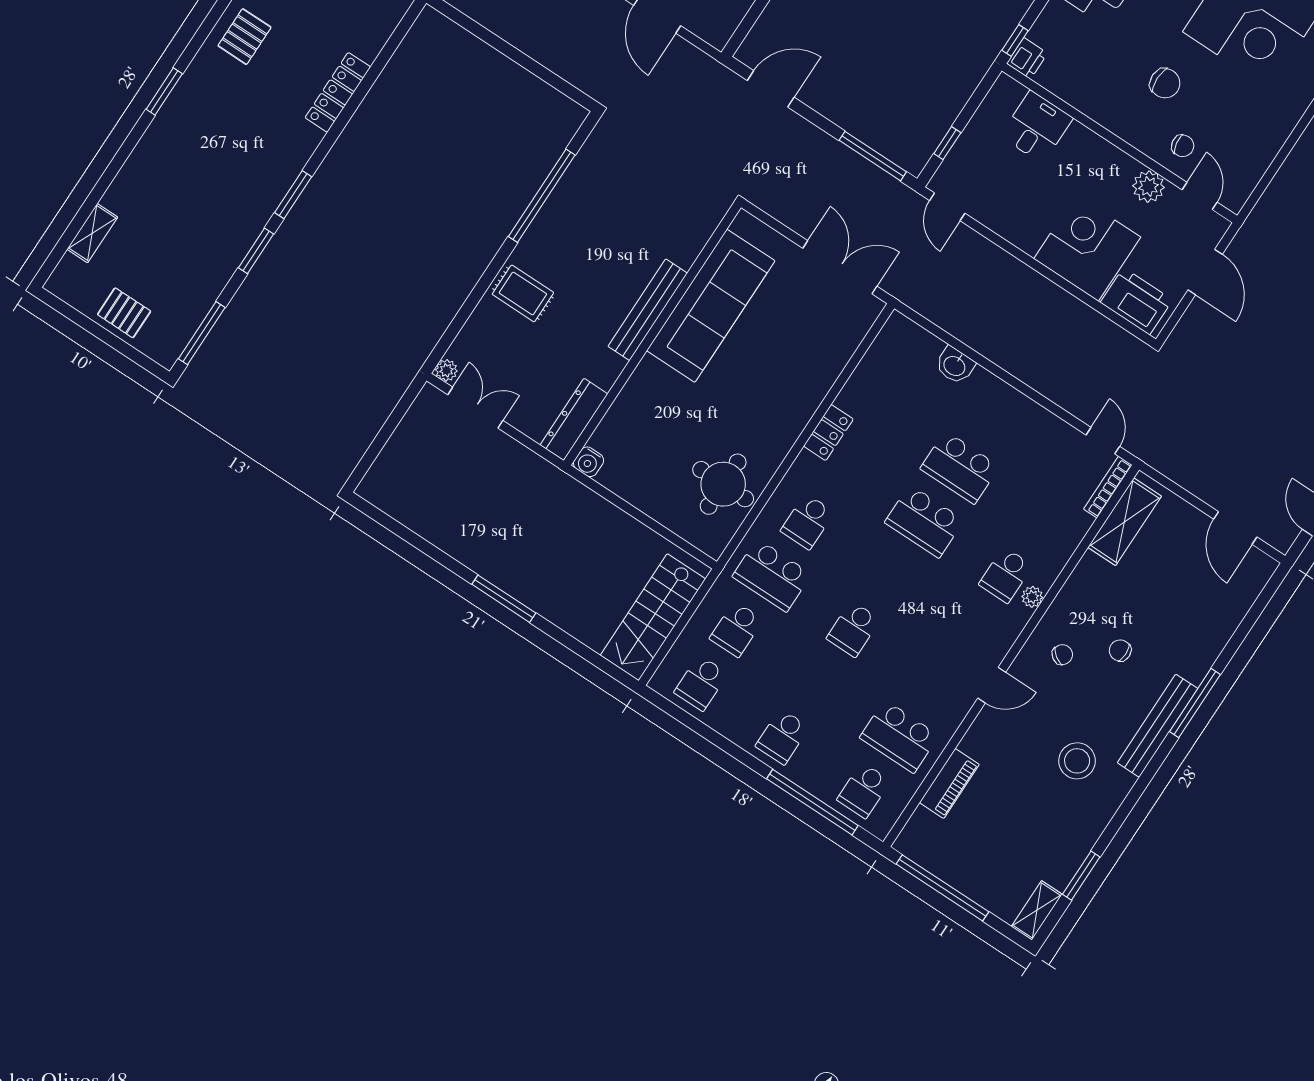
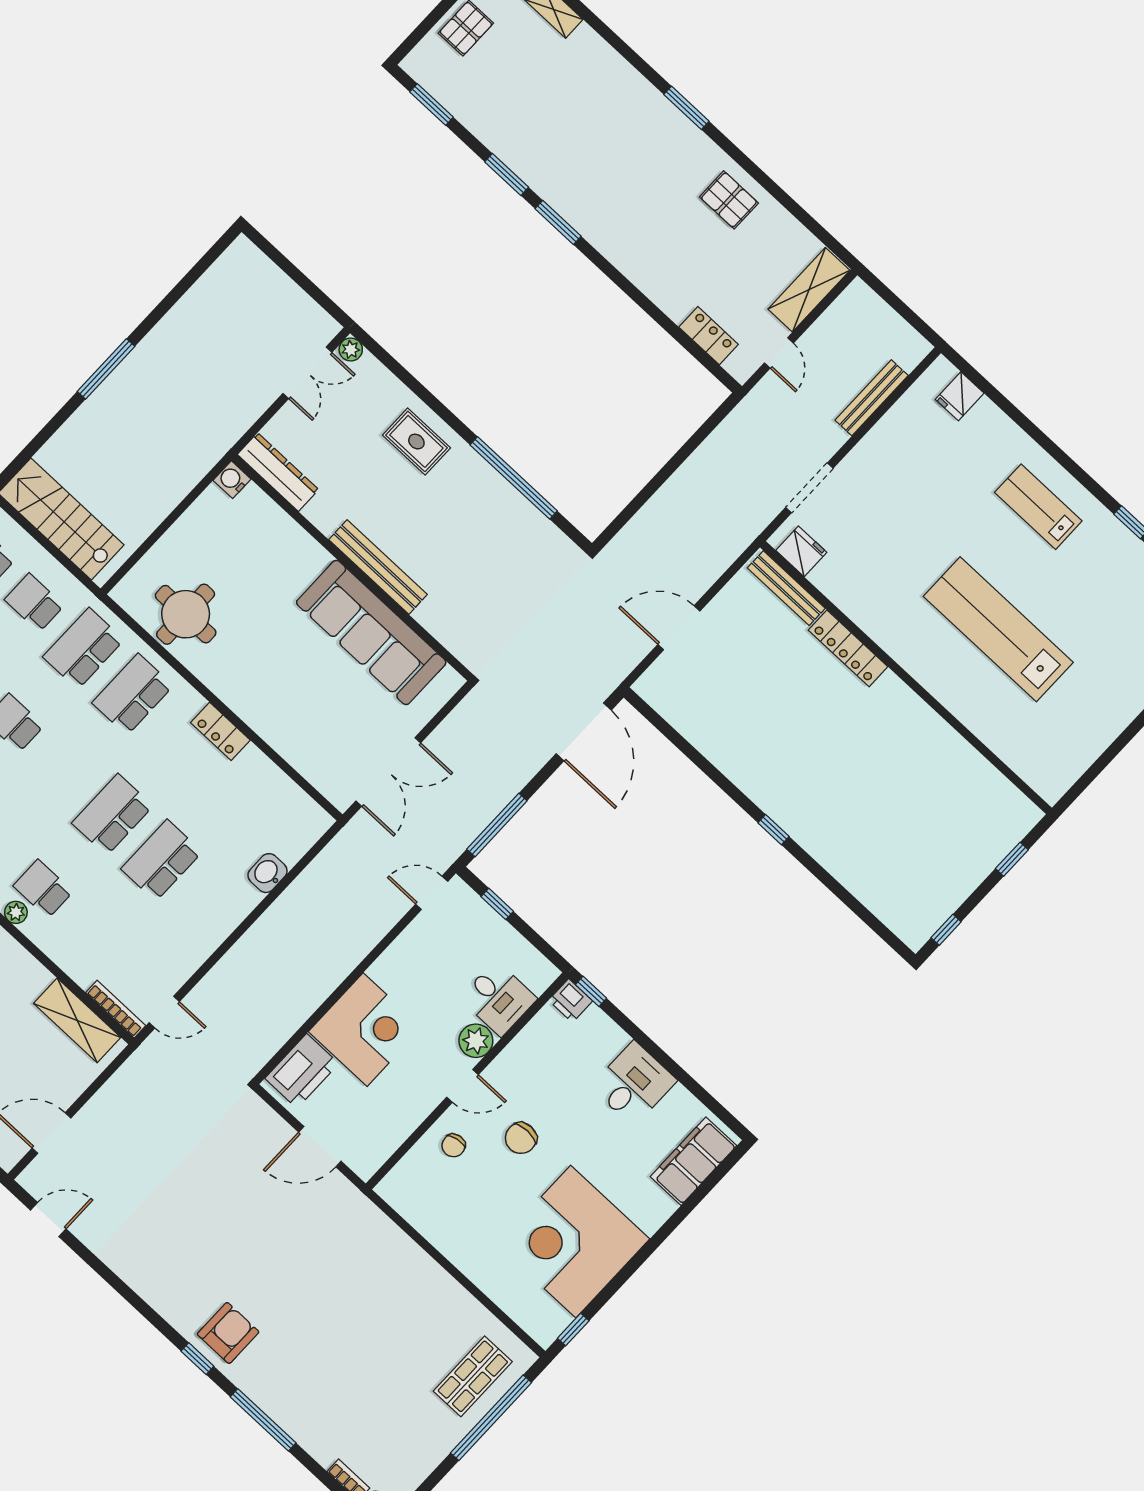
door: (771, 89) -> (584, 732), width x1.36
locker: (338, 92) -> (709, 336), moved, width x0.66
plant: (1149, 187) -> (476, 1041), moved
door: (1200, 196) -> (463, 1086), moved
rug: (523, 293) -> (416, 442), turned 90
window: (202, 333) -> (432, 104), width x0.69
school desk: (807, 521) -> (133, 694), width x1.85

